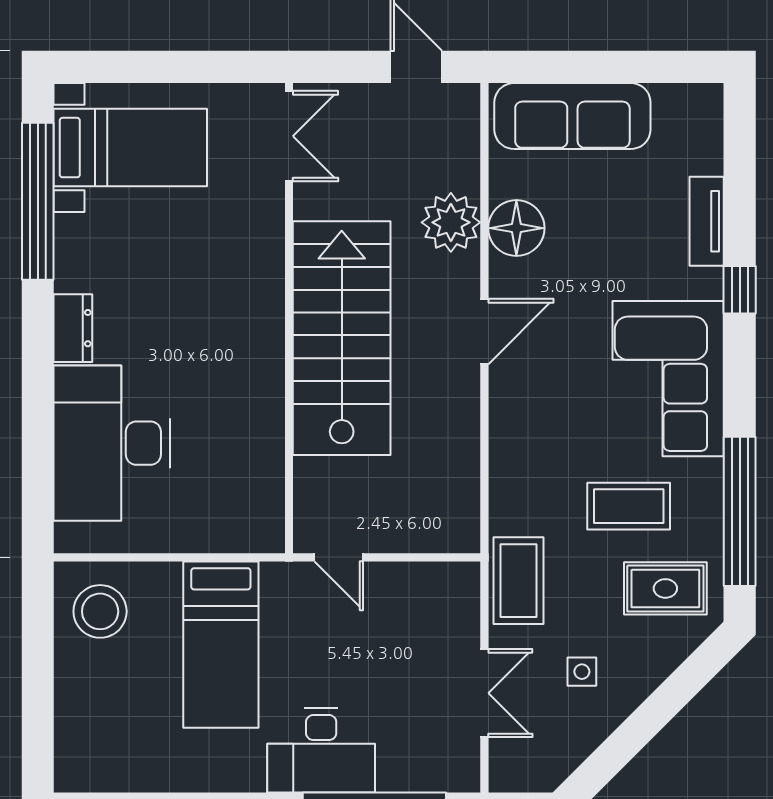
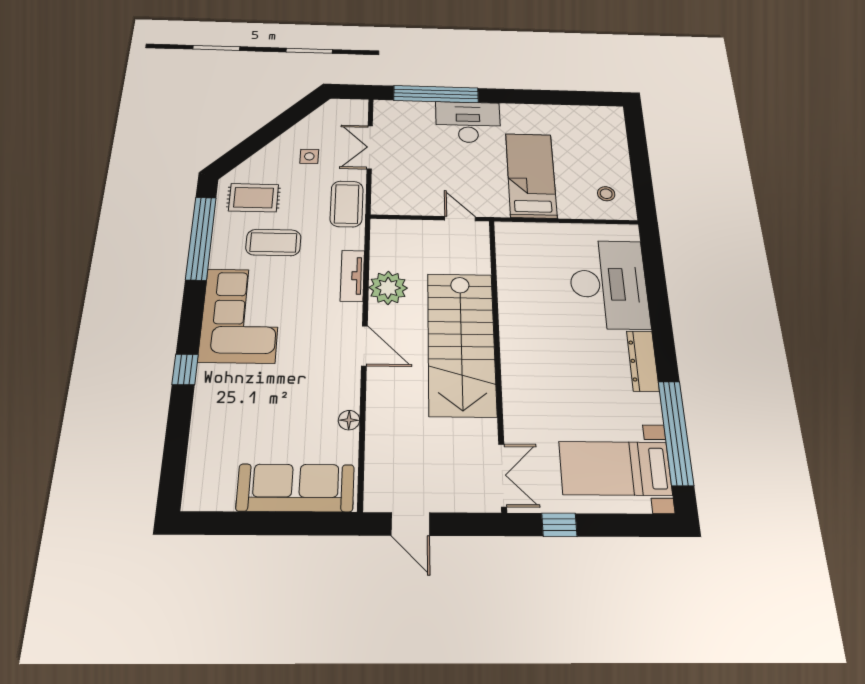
window: (215, 67) -> (559, 525), added
double door: (289, 136) -> (503, 475), swing flipped
tv unit: (707, 221) -> (352, 276), moved, turned 180
plant: (451, 222) -> (388, 288), moved
floor lamp: (516, 228) -> (349, 420), width x0.53, depth x0.53
dresser: (73, 328) -> (643, 361), width x1.44
door: (484, 332) -> (364, 346), swing flipped
stool: (100, 611) -> (606, 194), width x0.53, depth x0.53

